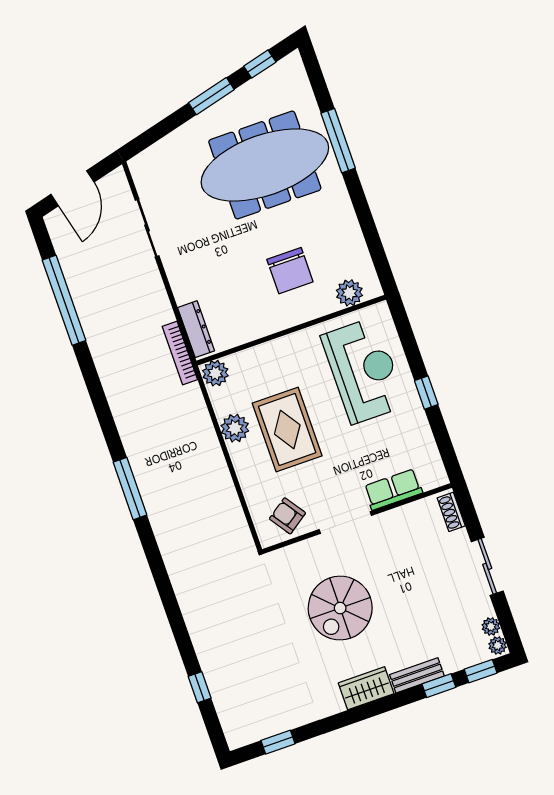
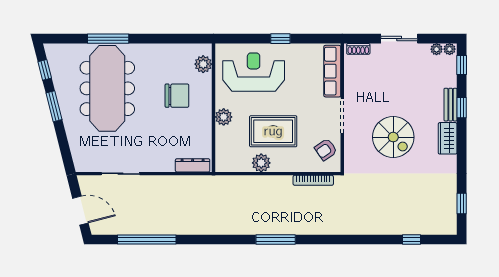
bookcase: (180, 353) -> (313, 180), moved
plant: (215, 373) -> (224, 117), moved
row of seats: (393, 490) -> (332, 71), width x1.48
window: (439, 686) -> (462, 108), moved

